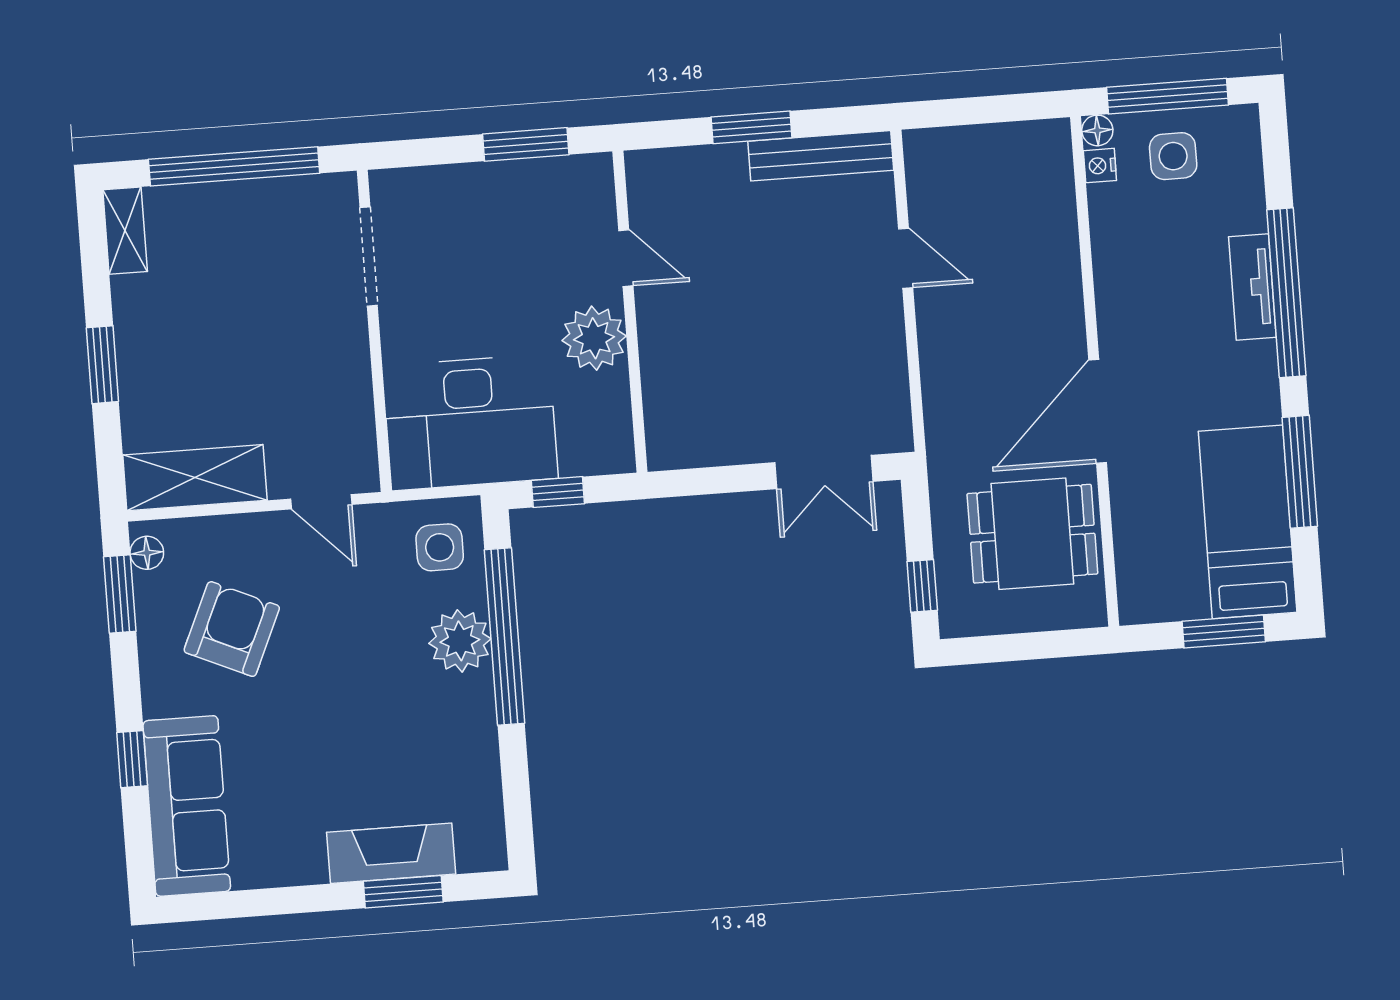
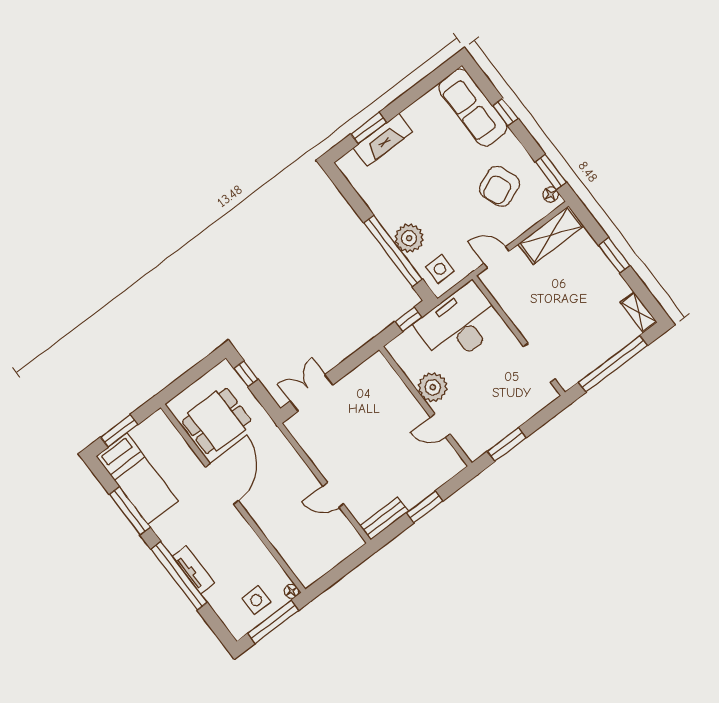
bench: (821, 156) -> (384, 518), width x0.73
nightstand: (1100, 166) -> (282, 578), removed
armchair: (232, 629) -> (499, 186), turned 44

